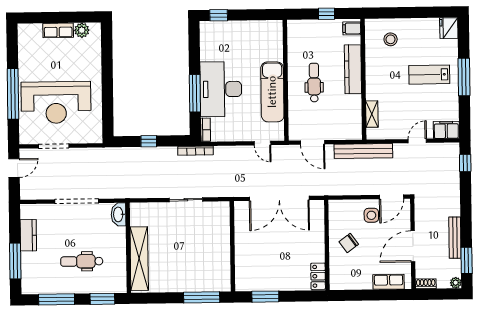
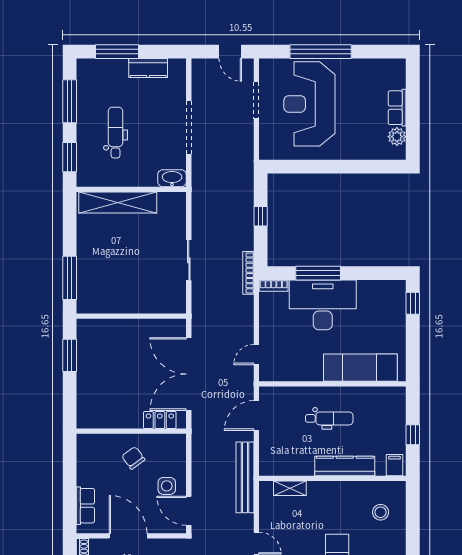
exam couch: (272, 92) -> (360, 368), moved
locker: (318, 276) -> (160, 420), moved

